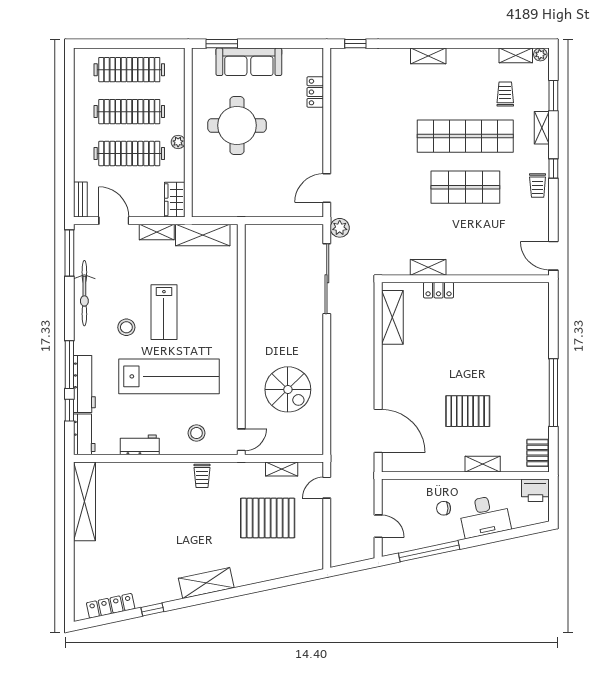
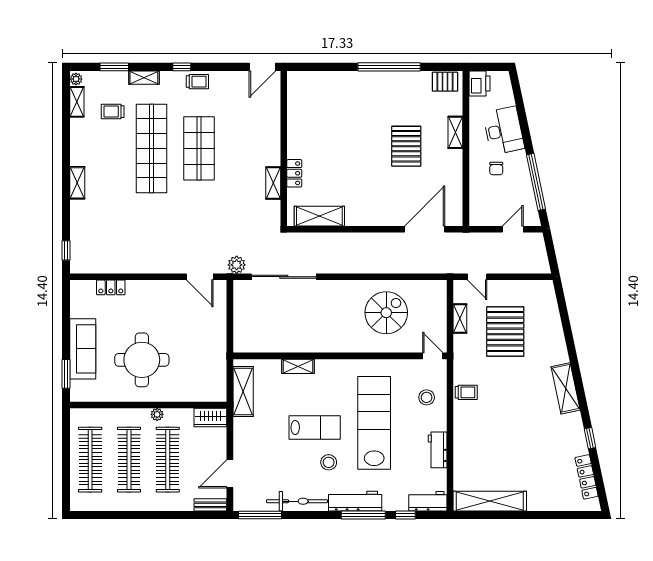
shelving: (157, 232) -> (298, 366), moved, turned 90
workbench: (84, 384) -> (355, 501), moved

